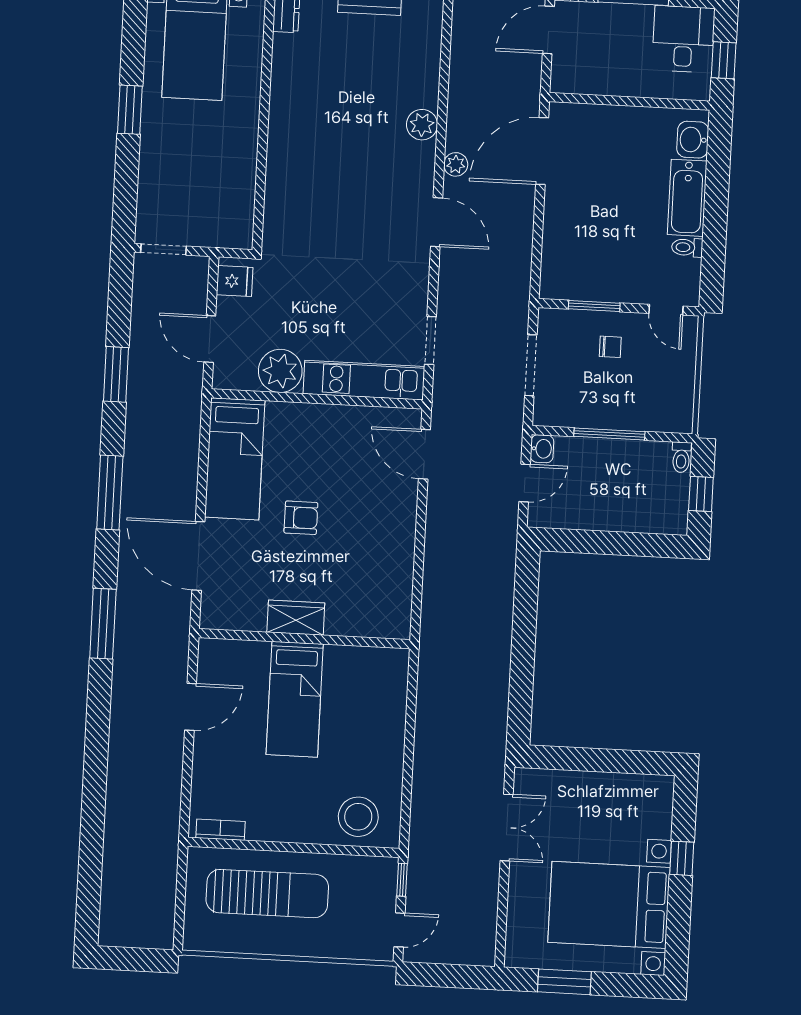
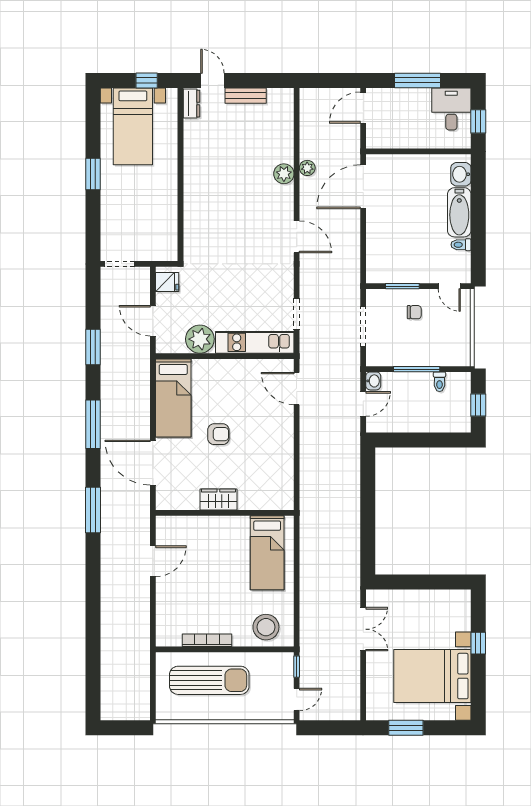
plant: (456, 164) -> (307, 168), moved
toilet: (681, 457) -> (439, 382), moved
bed: (295, 699) -> (267, 553), moved
bookcase: (220, 830) -> (207, 640), moved, width x1.56

